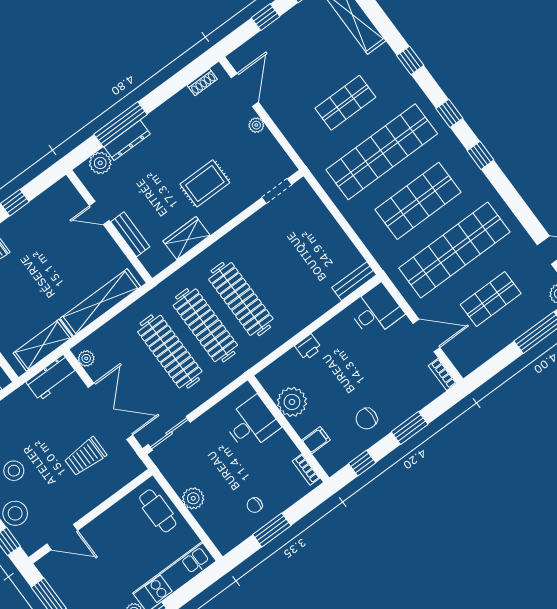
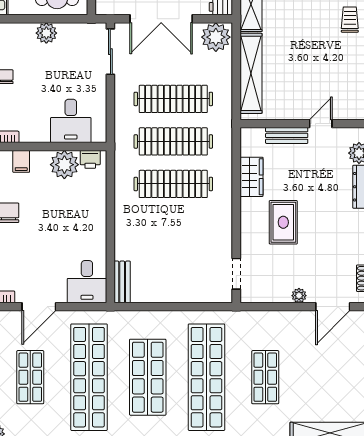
door: (245, 90) -> (333, 307), hinge flipped
printer: (308, 347) -> (90, 159), moved, turned -90
plant: (86, 358) -> (216, 37), width x1.87, depth x1.87

